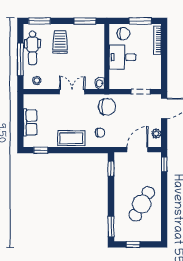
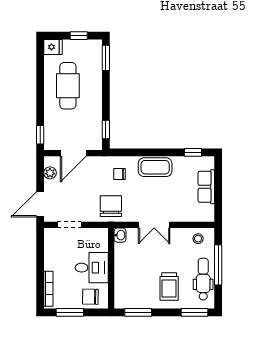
chair: (107, 107) -> (111, 206), turned 90
cafe table: (142, 204) -> (68, 86), turned -30
fridge: (154, 235) -> (53, 47), added

